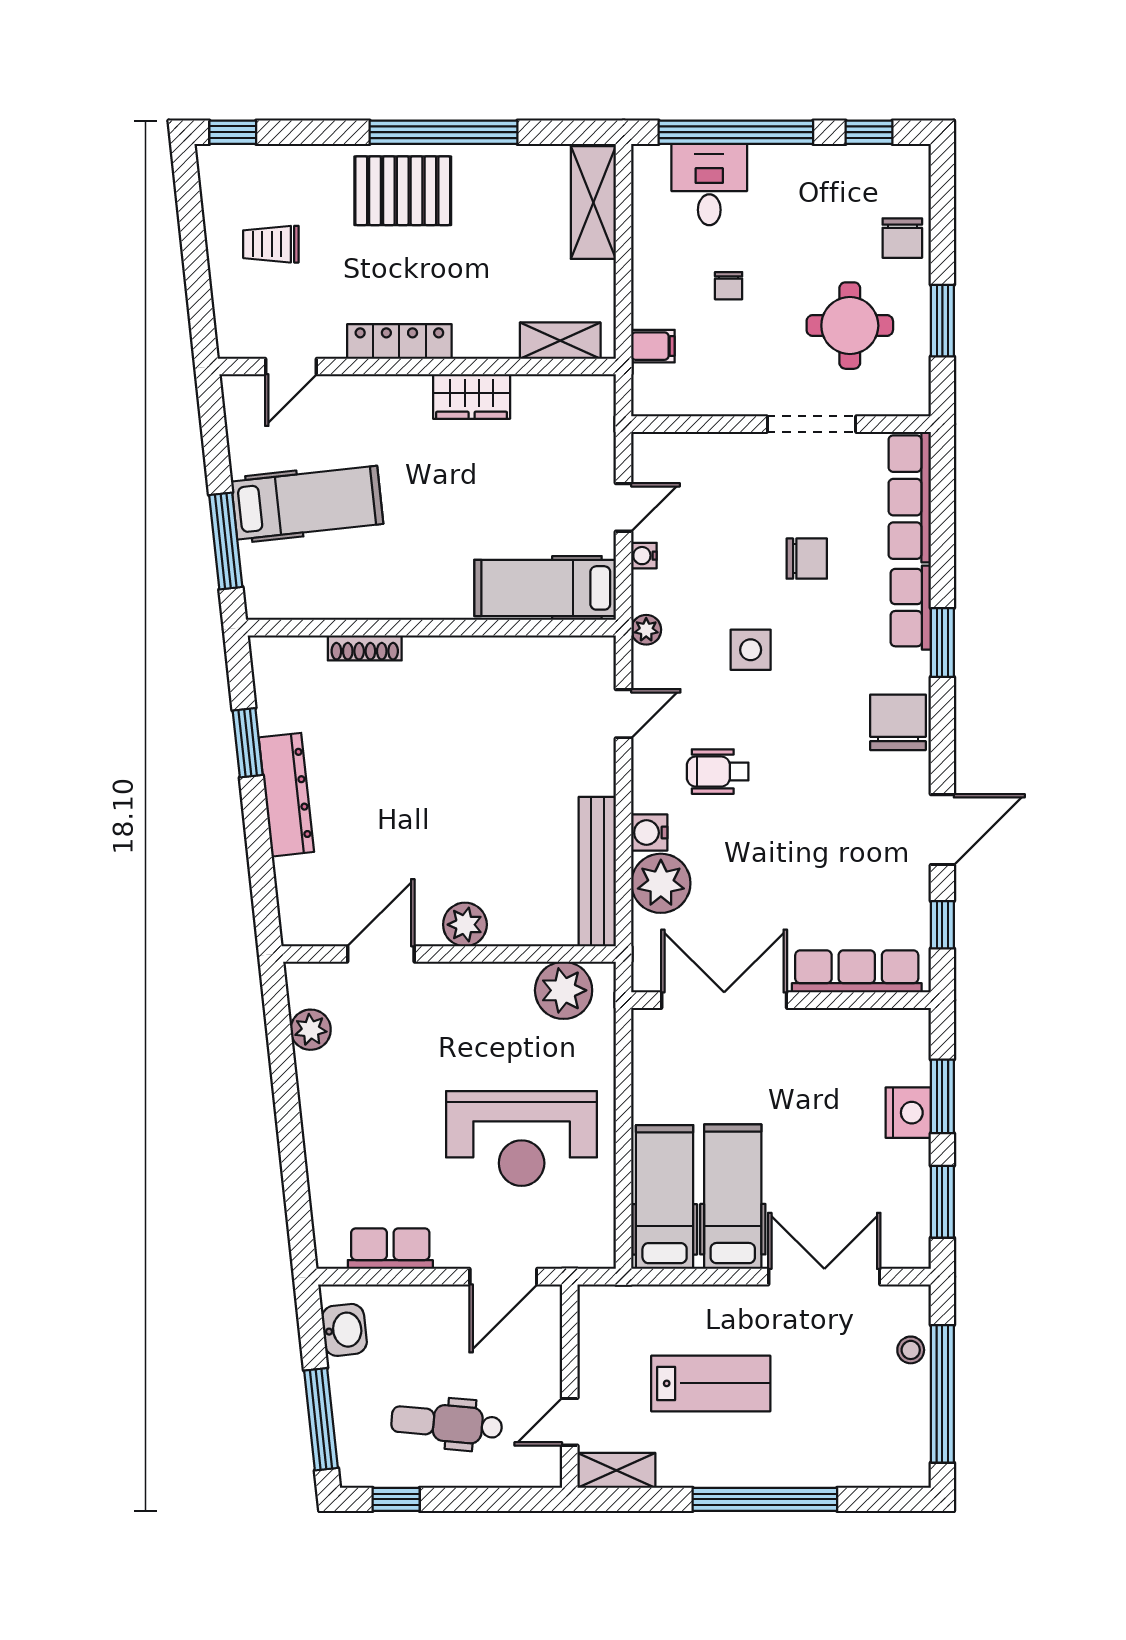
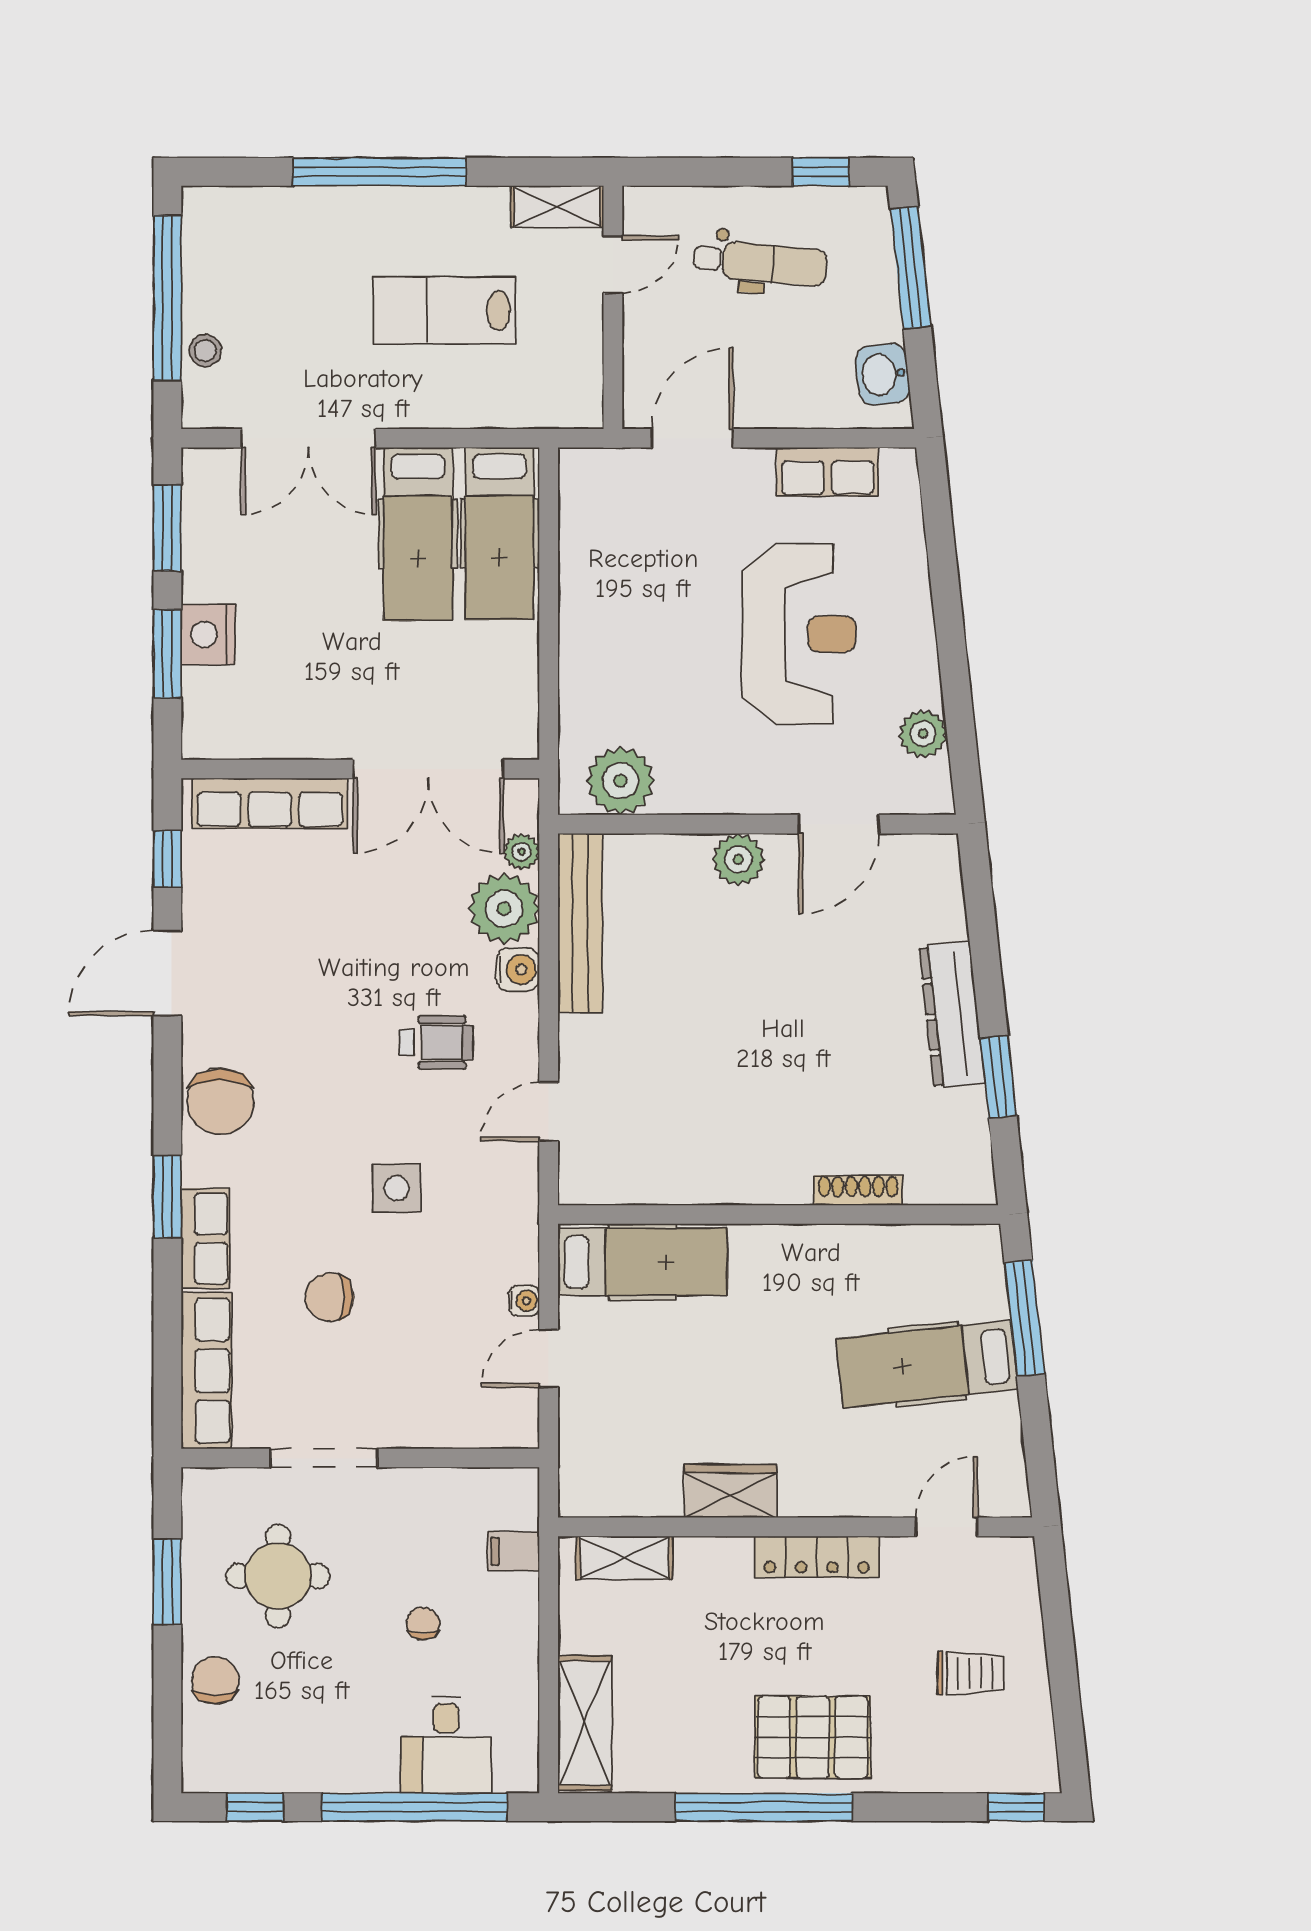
plant: (646, 630) -> (522, 852), moved
reception desk: (522, 1138) -> (799, 634), moved, turned 90

